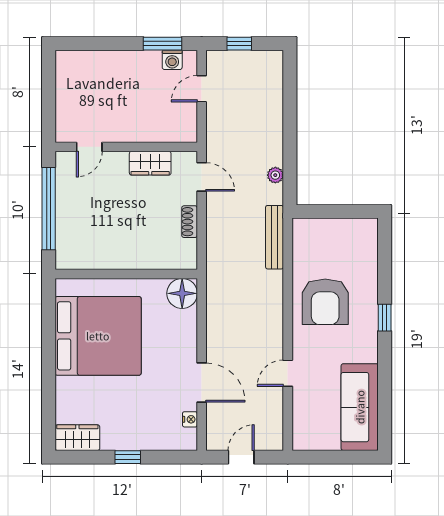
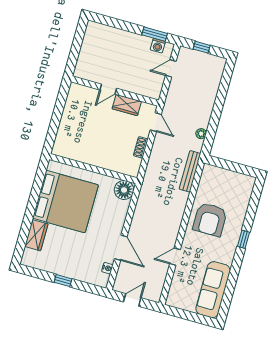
door: (89, 147) -> (108, 89), moved
window: (49, 209) -> (57, 115), removed
wardrobe: (77, 438) -> (36, 235), moved, turned 90

